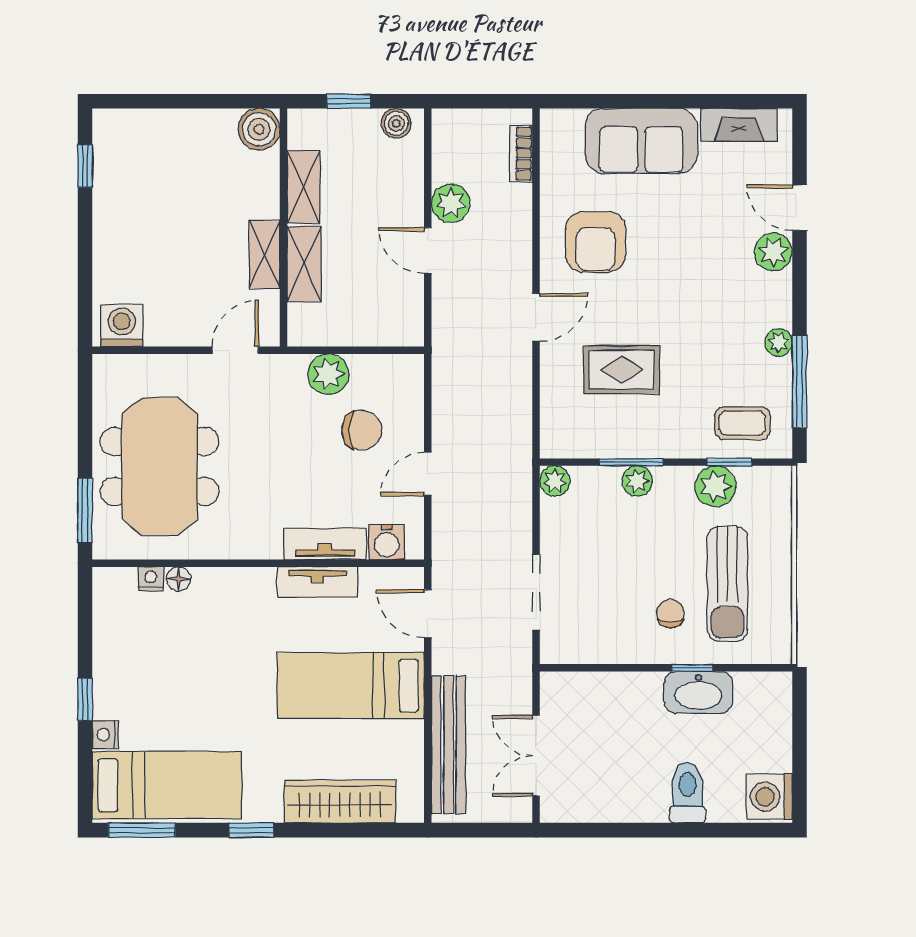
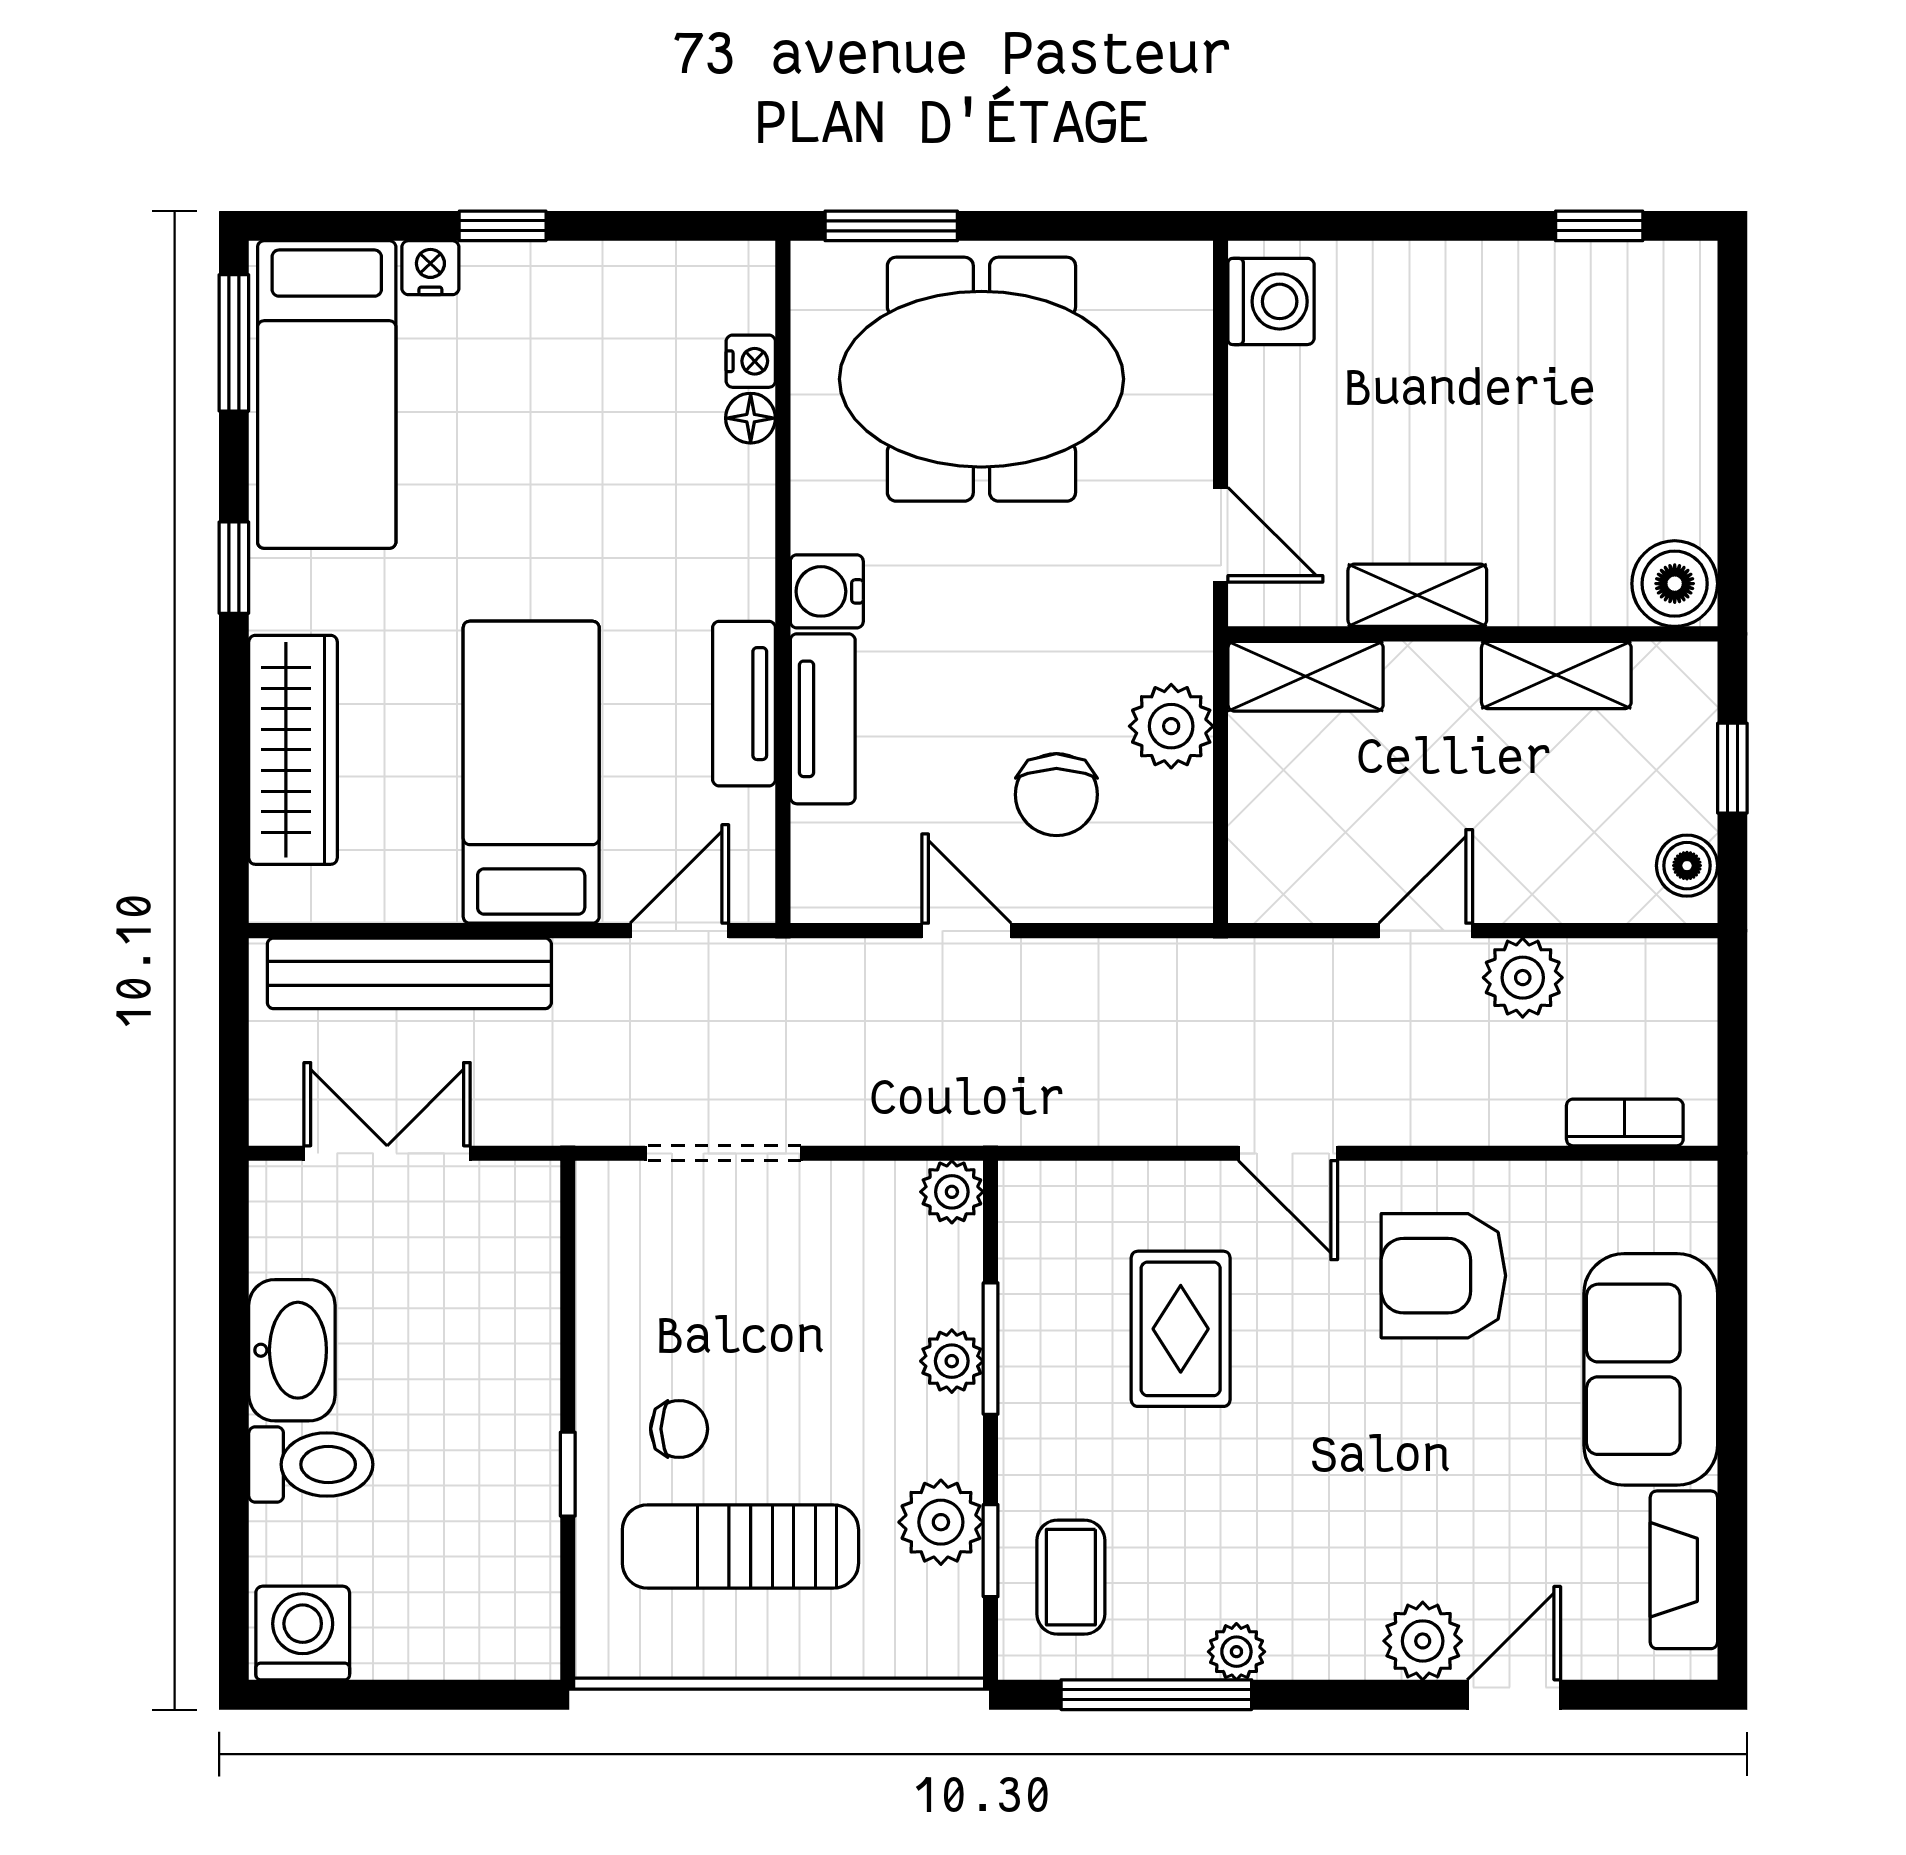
shelving: (304, 264) -> (1306, 676), moved
water cooler: (387, 542) -> (827, 591), moved
washbasin: (698, 692) -> (292, 1350), moved, turned 180

